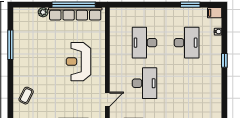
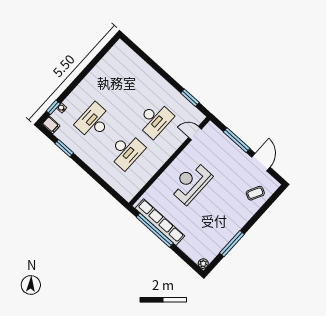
plant: (43, 12) -> (203, 264), moved
window: (224, 60) -> (53, 107), moved
reception desk: (78, 62) -> (191, 183), turned 180
desk: (145, 83) -> (155, 120), turned 180

